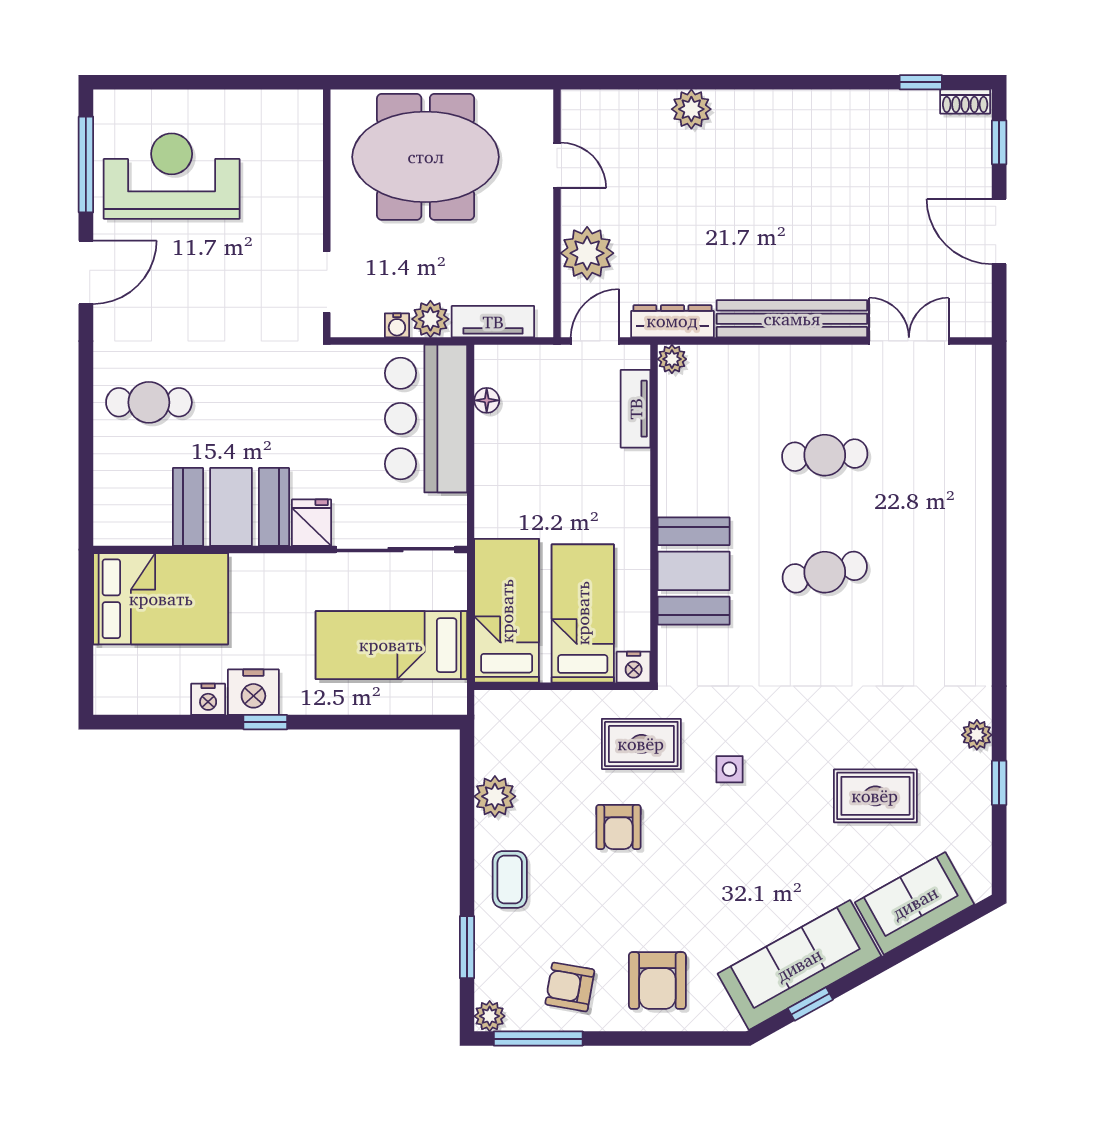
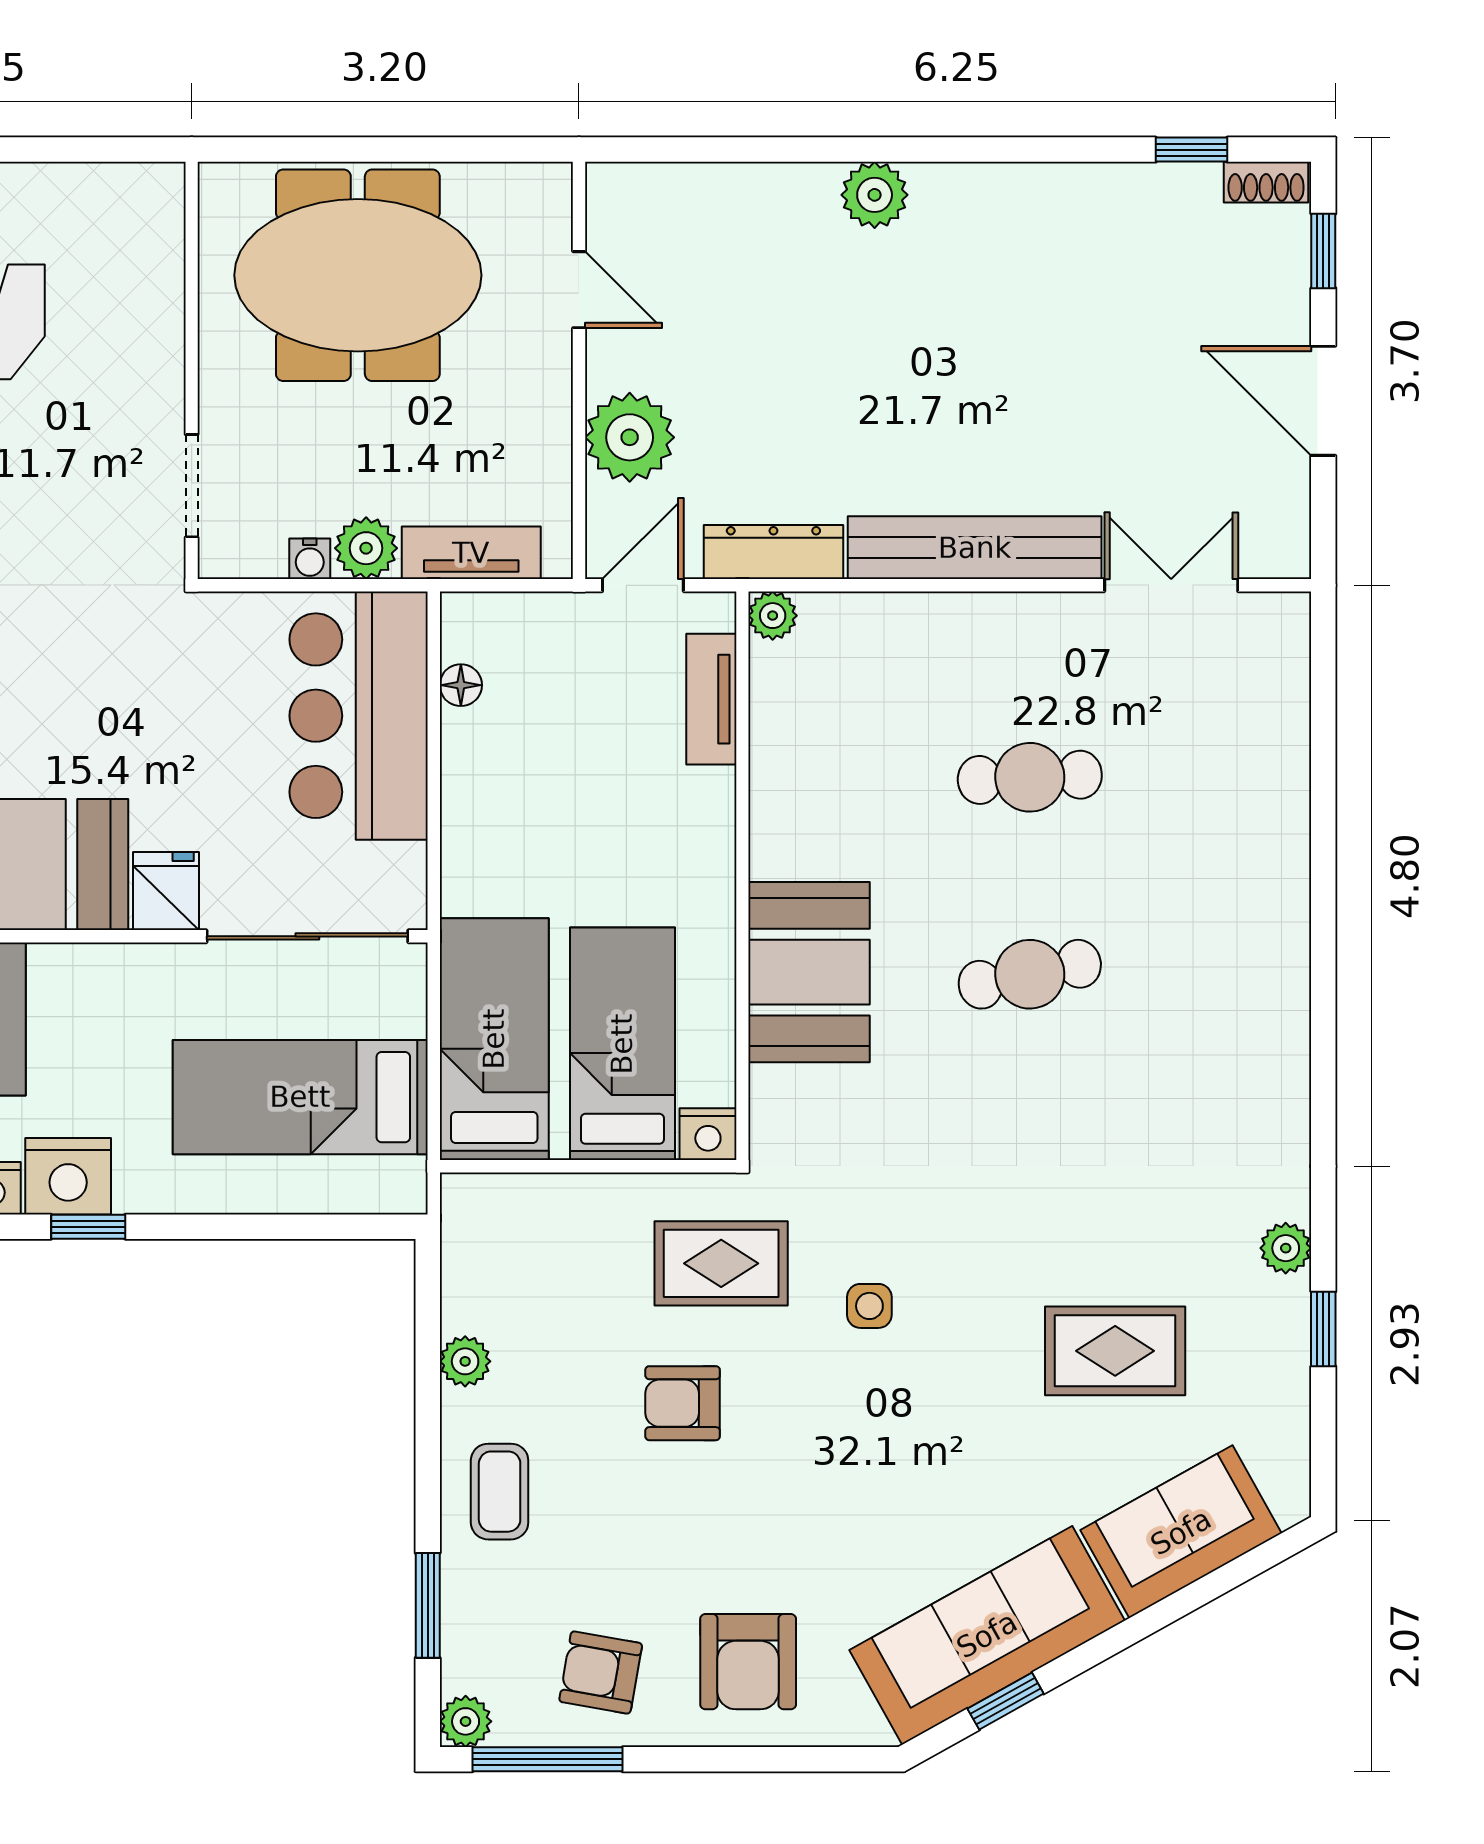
plant: (691, 109) -> (875, 195), moved
plant: (495, 796) -> (465, 1361), width x0.73, depth x0.73
armchair: (618, 827) -> (683, 1403), turned 90

